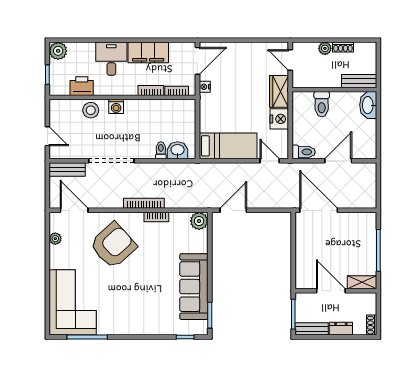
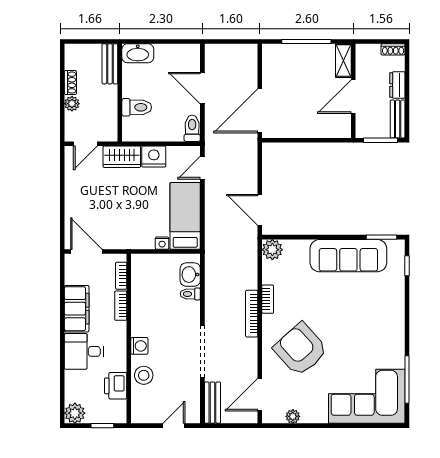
nightstand: (205, 87) -> (162, 243), moved

